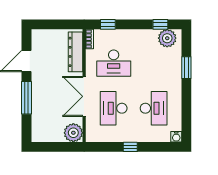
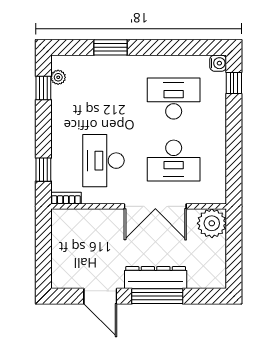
plant: (167, 38) -> (58, 77), width x0.53, depth x0.53
dresser: (76, 52) -> (156, 278), moved, turned 180
desk: (114, 63) -> (103, 161), turned 180
window: (130, 147) -> (234, 83), moved

